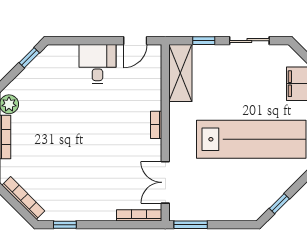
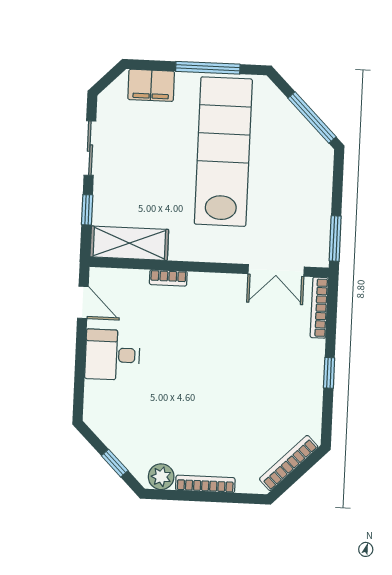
window: (29, 58) -> (115, 463), moved
bookcase: (156, 125) -> (168, 278), moved
window: (279, 204) -> (312, 118), width x2.17
window: (65, 225) -> (329, 373), moved

